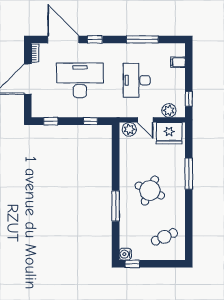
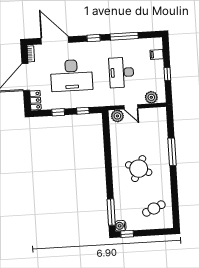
window: (95, 39) -> (94, 38), moved
desk: (80, 80) -> (71, 75), turned 180
window: (189, 99) -> (167, 74), moved
locker: (37, 106) -> (35, 100), added
window: (51, 121) -> (58, 112), moved
fridge: (169, 133) -> (153, 117), removed
window: (116, 206) -> (111, 212), moved

